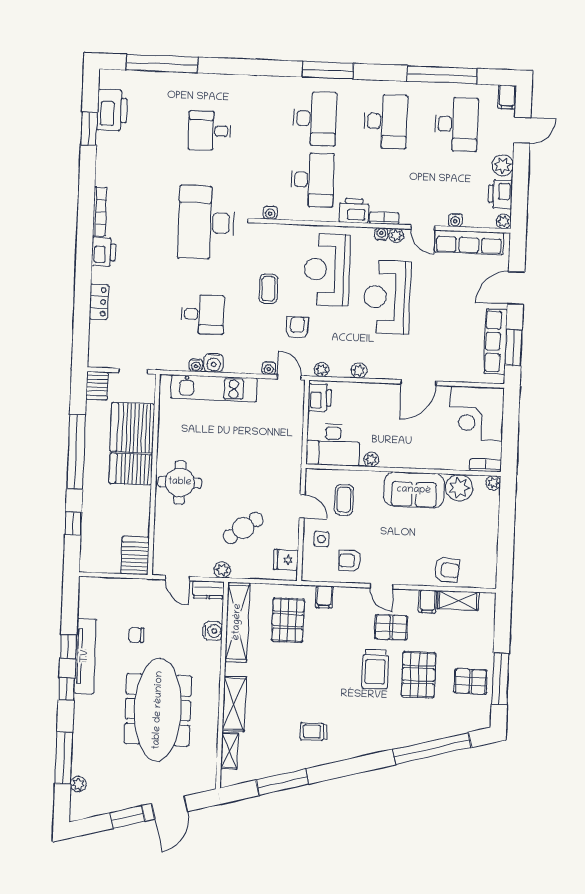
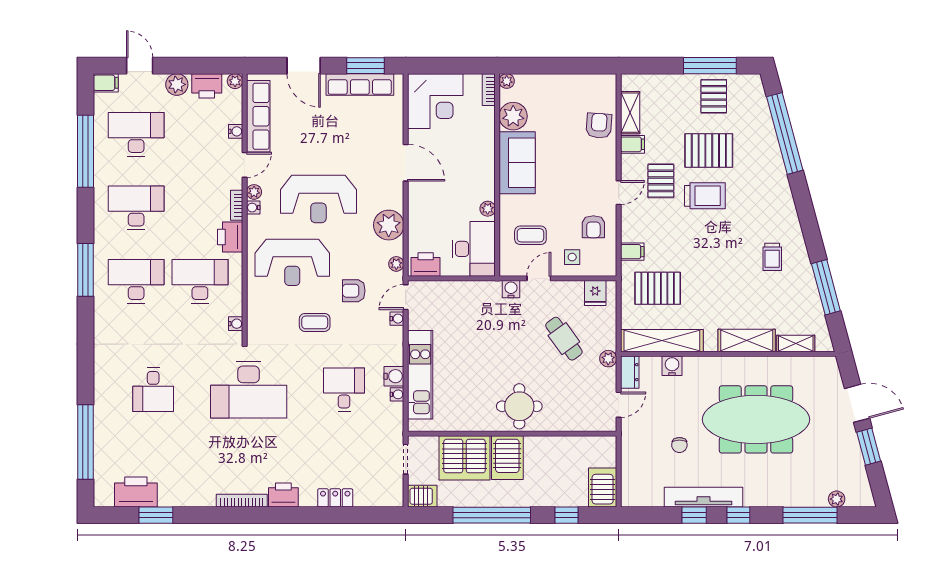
plant: (359, 370) -> (389, 225), width x1.88, depth x1.88
water cooler: (293, 479) -> (511, 289), added
server rack: (135, 555) -> (603, 488), moved, turned 90

